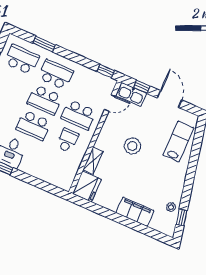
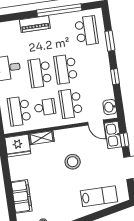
window: (106, 71) -> (115, 77), moved
school desk: (56, 74) -> (19, 111), moved, turned 180
washbasin: (104, 82) -> (110, 107), added

